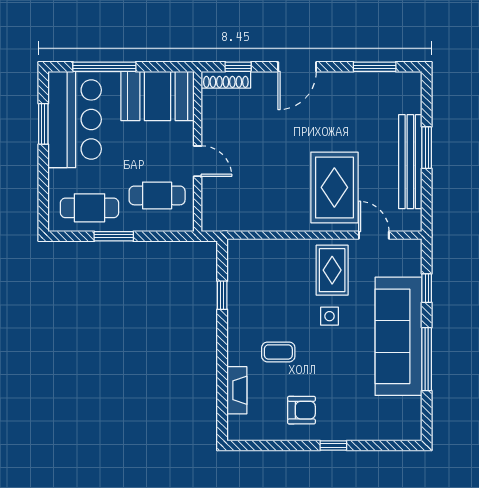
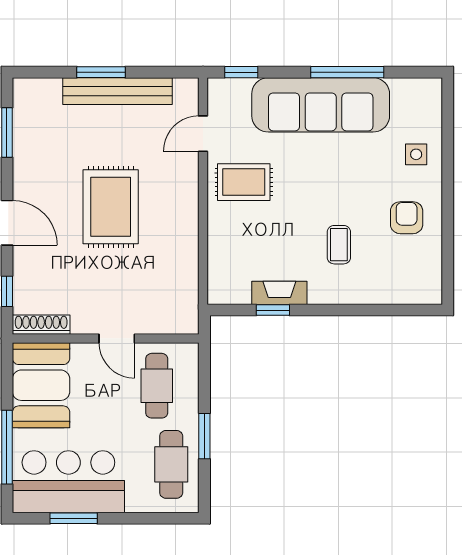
shoe rack: (226, 80) -> (41, 325), moved, turned -90
door: (198, 161) -> (117, 338), swing flipped
rug: (334, 187) -> (111, 207), moved, turned 90
window: (427, 288) -> (241, 72), moved
side table: (330, 316) -> (416, 154), moved
fireplace: (237, 390) -> (279, 293), moved
window: (333, 445) -> (448, 181), removed

